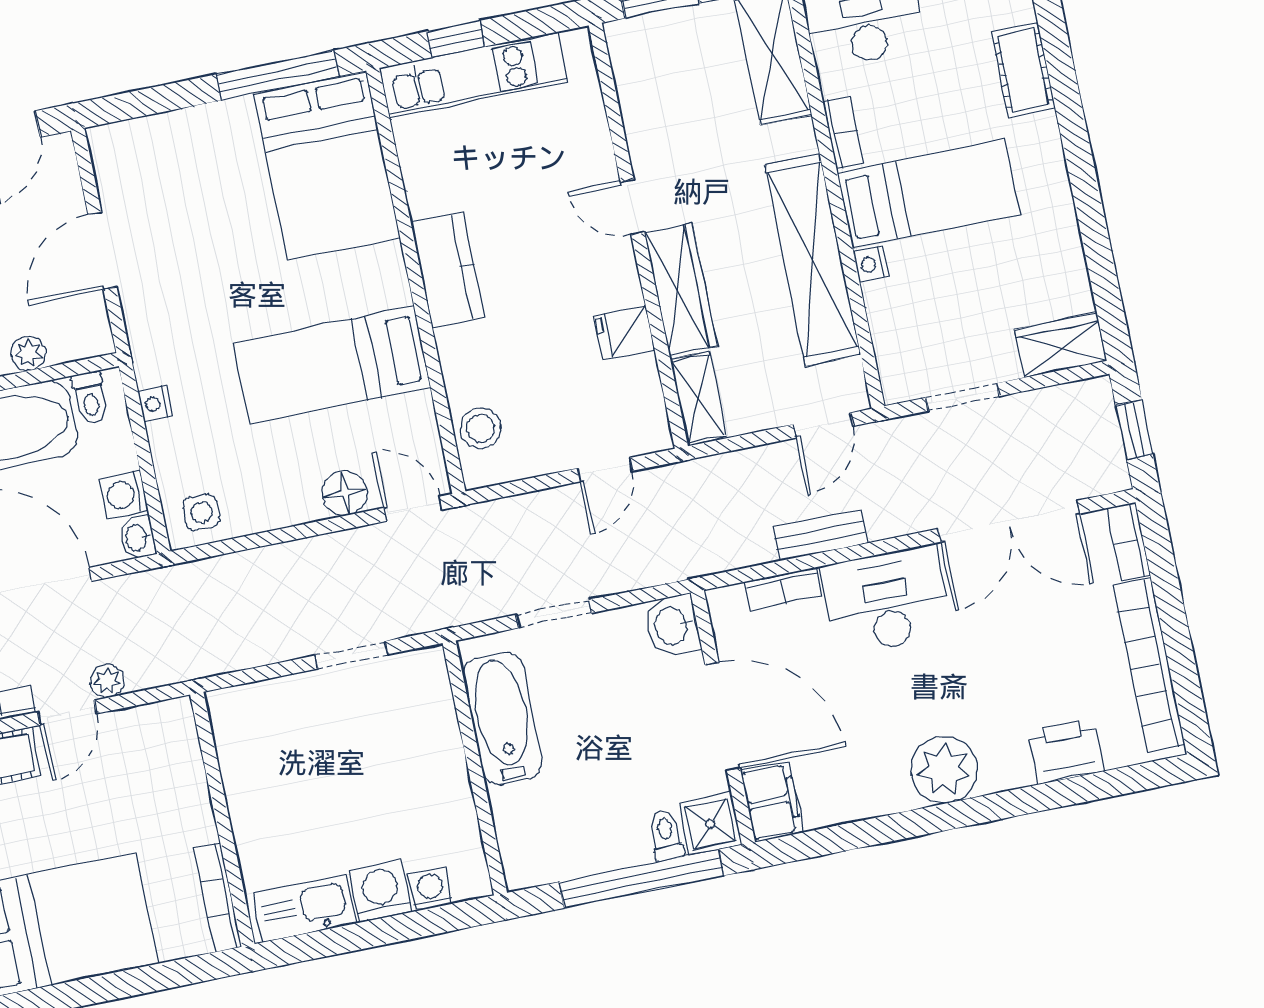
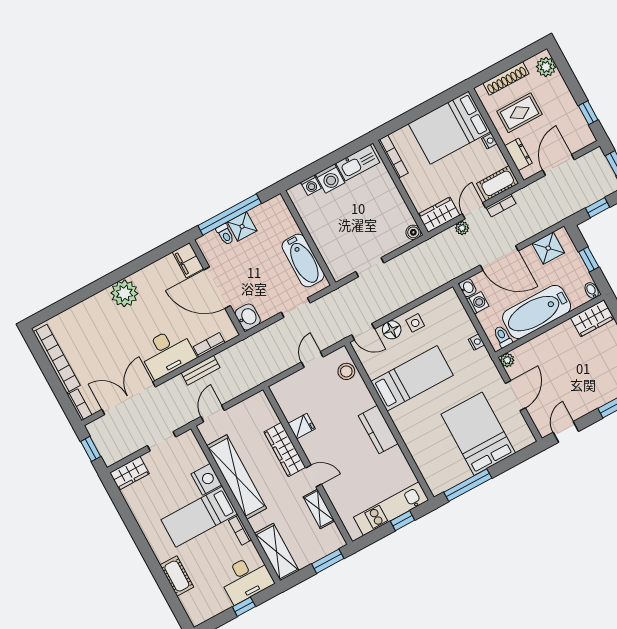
bed: (327, 166) -> (478, 434), moved
nightstand: (871, 264) -> (206, 479), width x1.89, depth x1.79
plant: (28, 353) -> (507, 360), moved
shelving: (698, 399) -> (319, 509), moved
door: (605, 470) -> (312, 359), moved
side table: (202, 512) -> (415, 323), moved
boiler: (224, 706) -> (413, 232), added
wardrobe: (152, 729) -> (439, 215), added
printer: (1066, 751) -> (79, 315), removed
shower: (710, 824) -> (242, 226), moved

